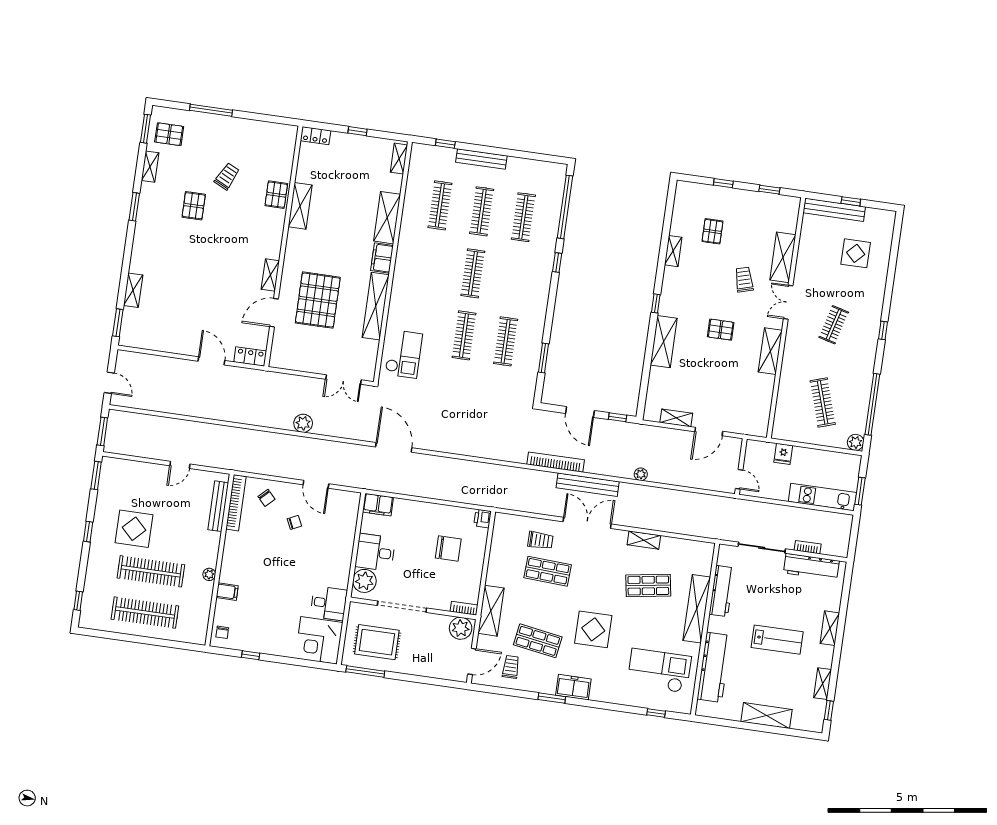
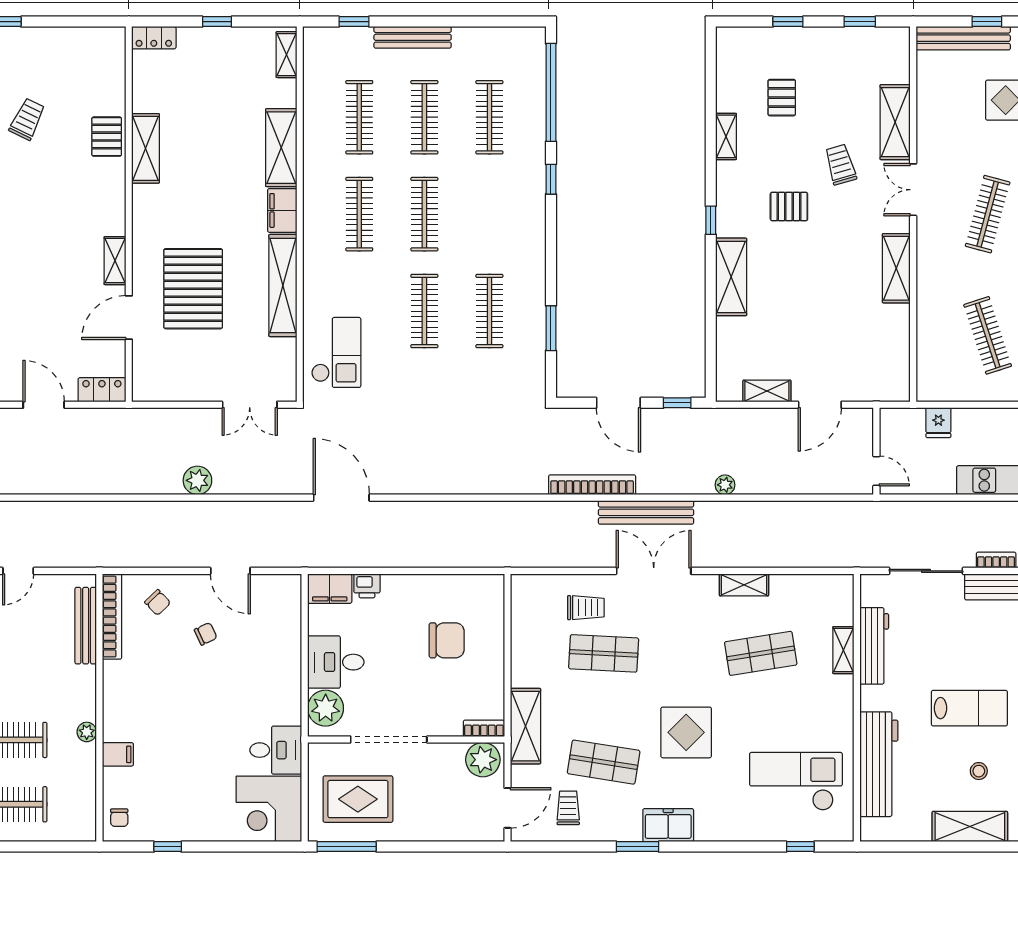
clothes rail: (431, 267) -> (359, 214), added
clothes rail: (834, 325) -> (988, 214), width x1.36
pallet: (721, 330) -> (789, 206), moved
printer: (482, 519) -> (367, 586), moved, turned -90
shelving: (697, 609) -> (843, 650), width x0.45, depth x0.75
stool: (777, 681) -> (979, 771), added

